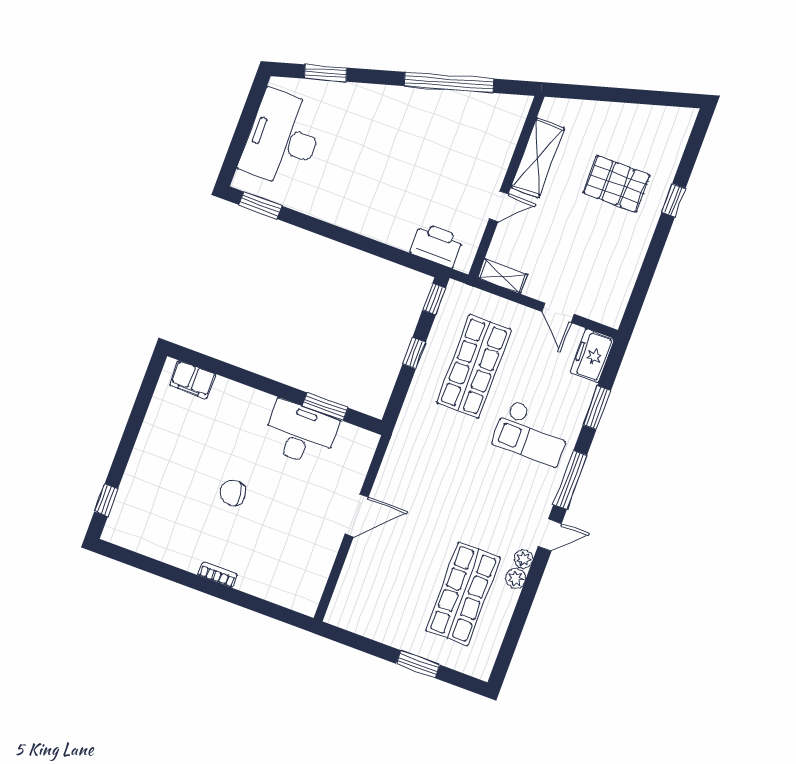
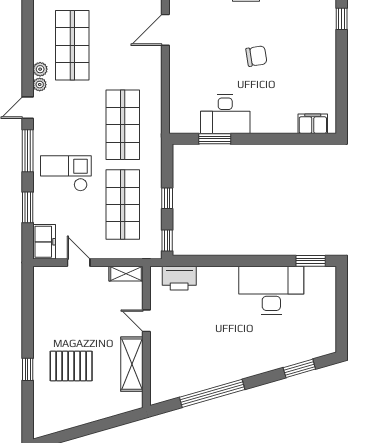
desk: (283, 139) -> (271, 290), moved, turned -90
door: (499, 206) -> (146, 321), hinge flipped
shop shelf: (436, 468) -> (123, 125), added
door: (357, 515) -> (165, 30), moved

